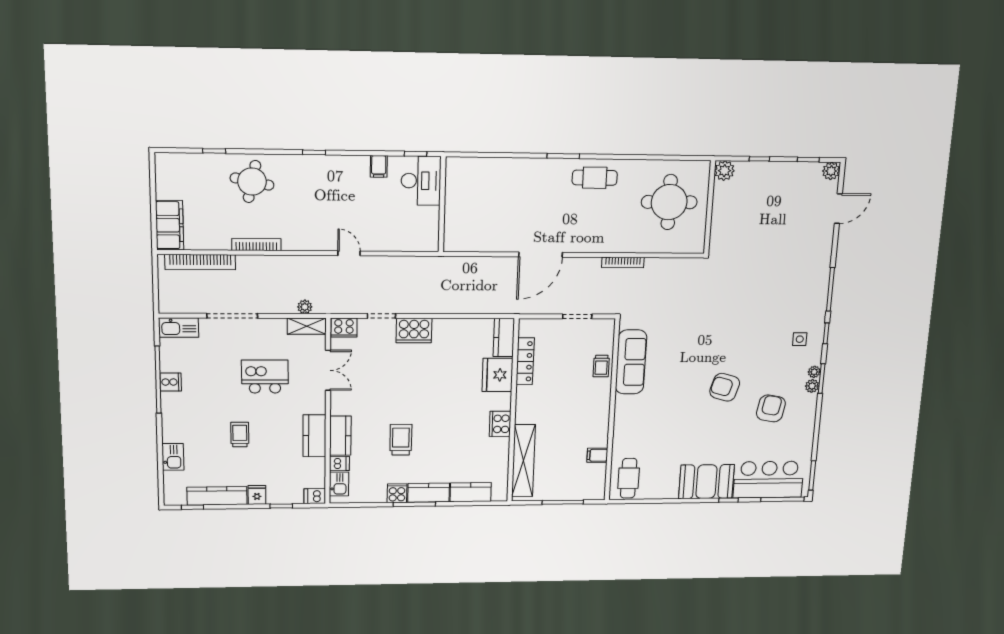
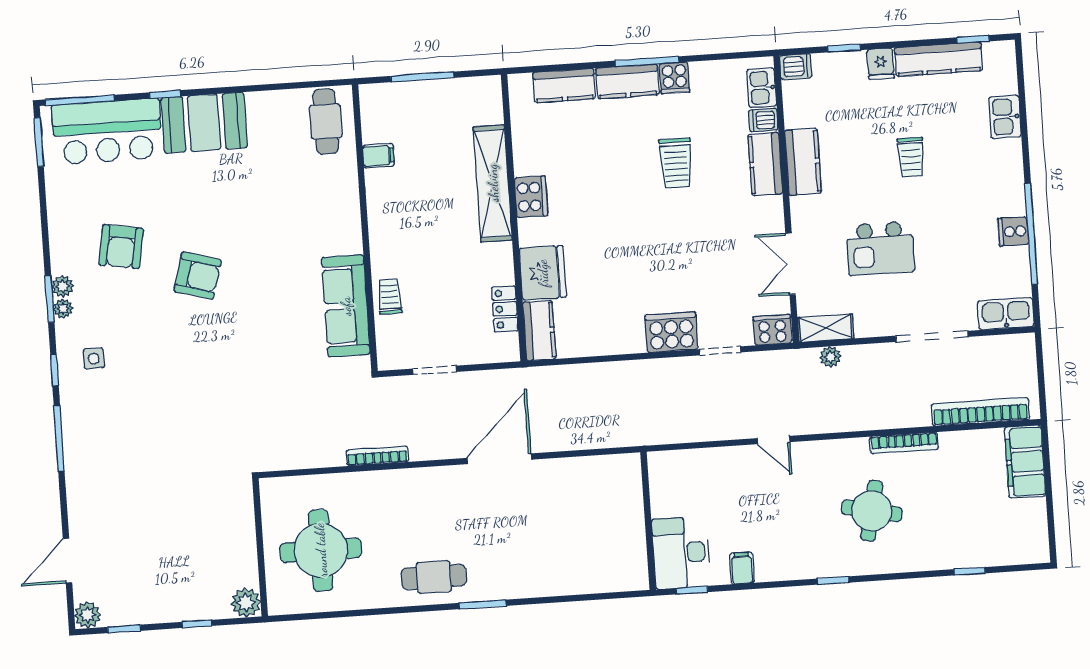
round table: (252, 182) -> (872, 511), moved
locker: (525, 361) -> (505, 309), width x0.66
shelving: (523, 461) -> (493, 183), moved

